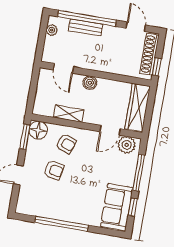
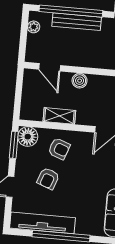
bench: (86, 27) -> (77, 22), width x1.36
armchair: (54, 170) -> (48, 178), turned 100
tv unit: (45, 210) -> (42, 223), added

